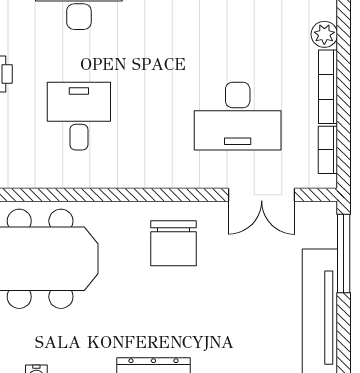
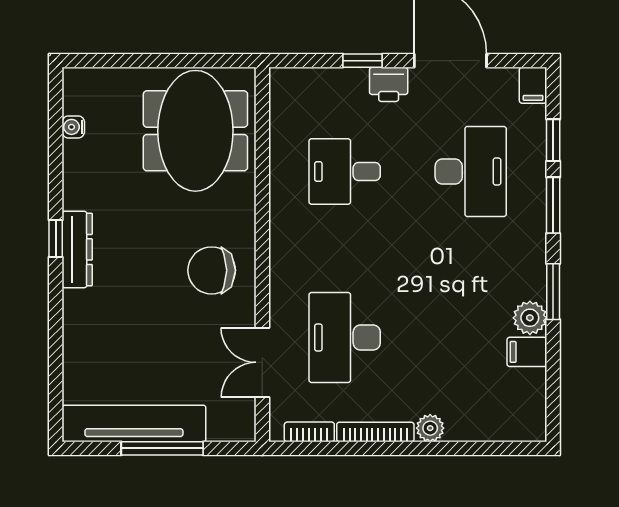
desk: (79, 116) -> (345, 172), turned 180
window: (344, 254) -> (162, 448), moved

